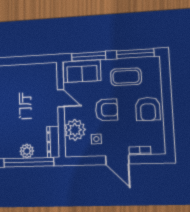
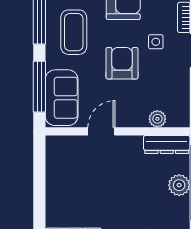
plant: (75, 130) -> (157, 119), width x0.53, depth x0.53
side table: (96, 139) -> (156, 42), moved

